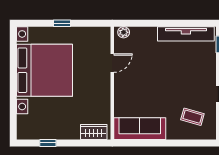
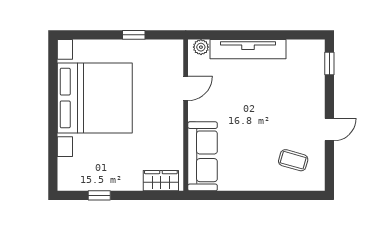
window: (62, 23) -> (134, 35), moved
tv unit: (186, 34) -> (248, 49), moved
sofa: (140, 129) -> (203, 156), moved, turned 90

